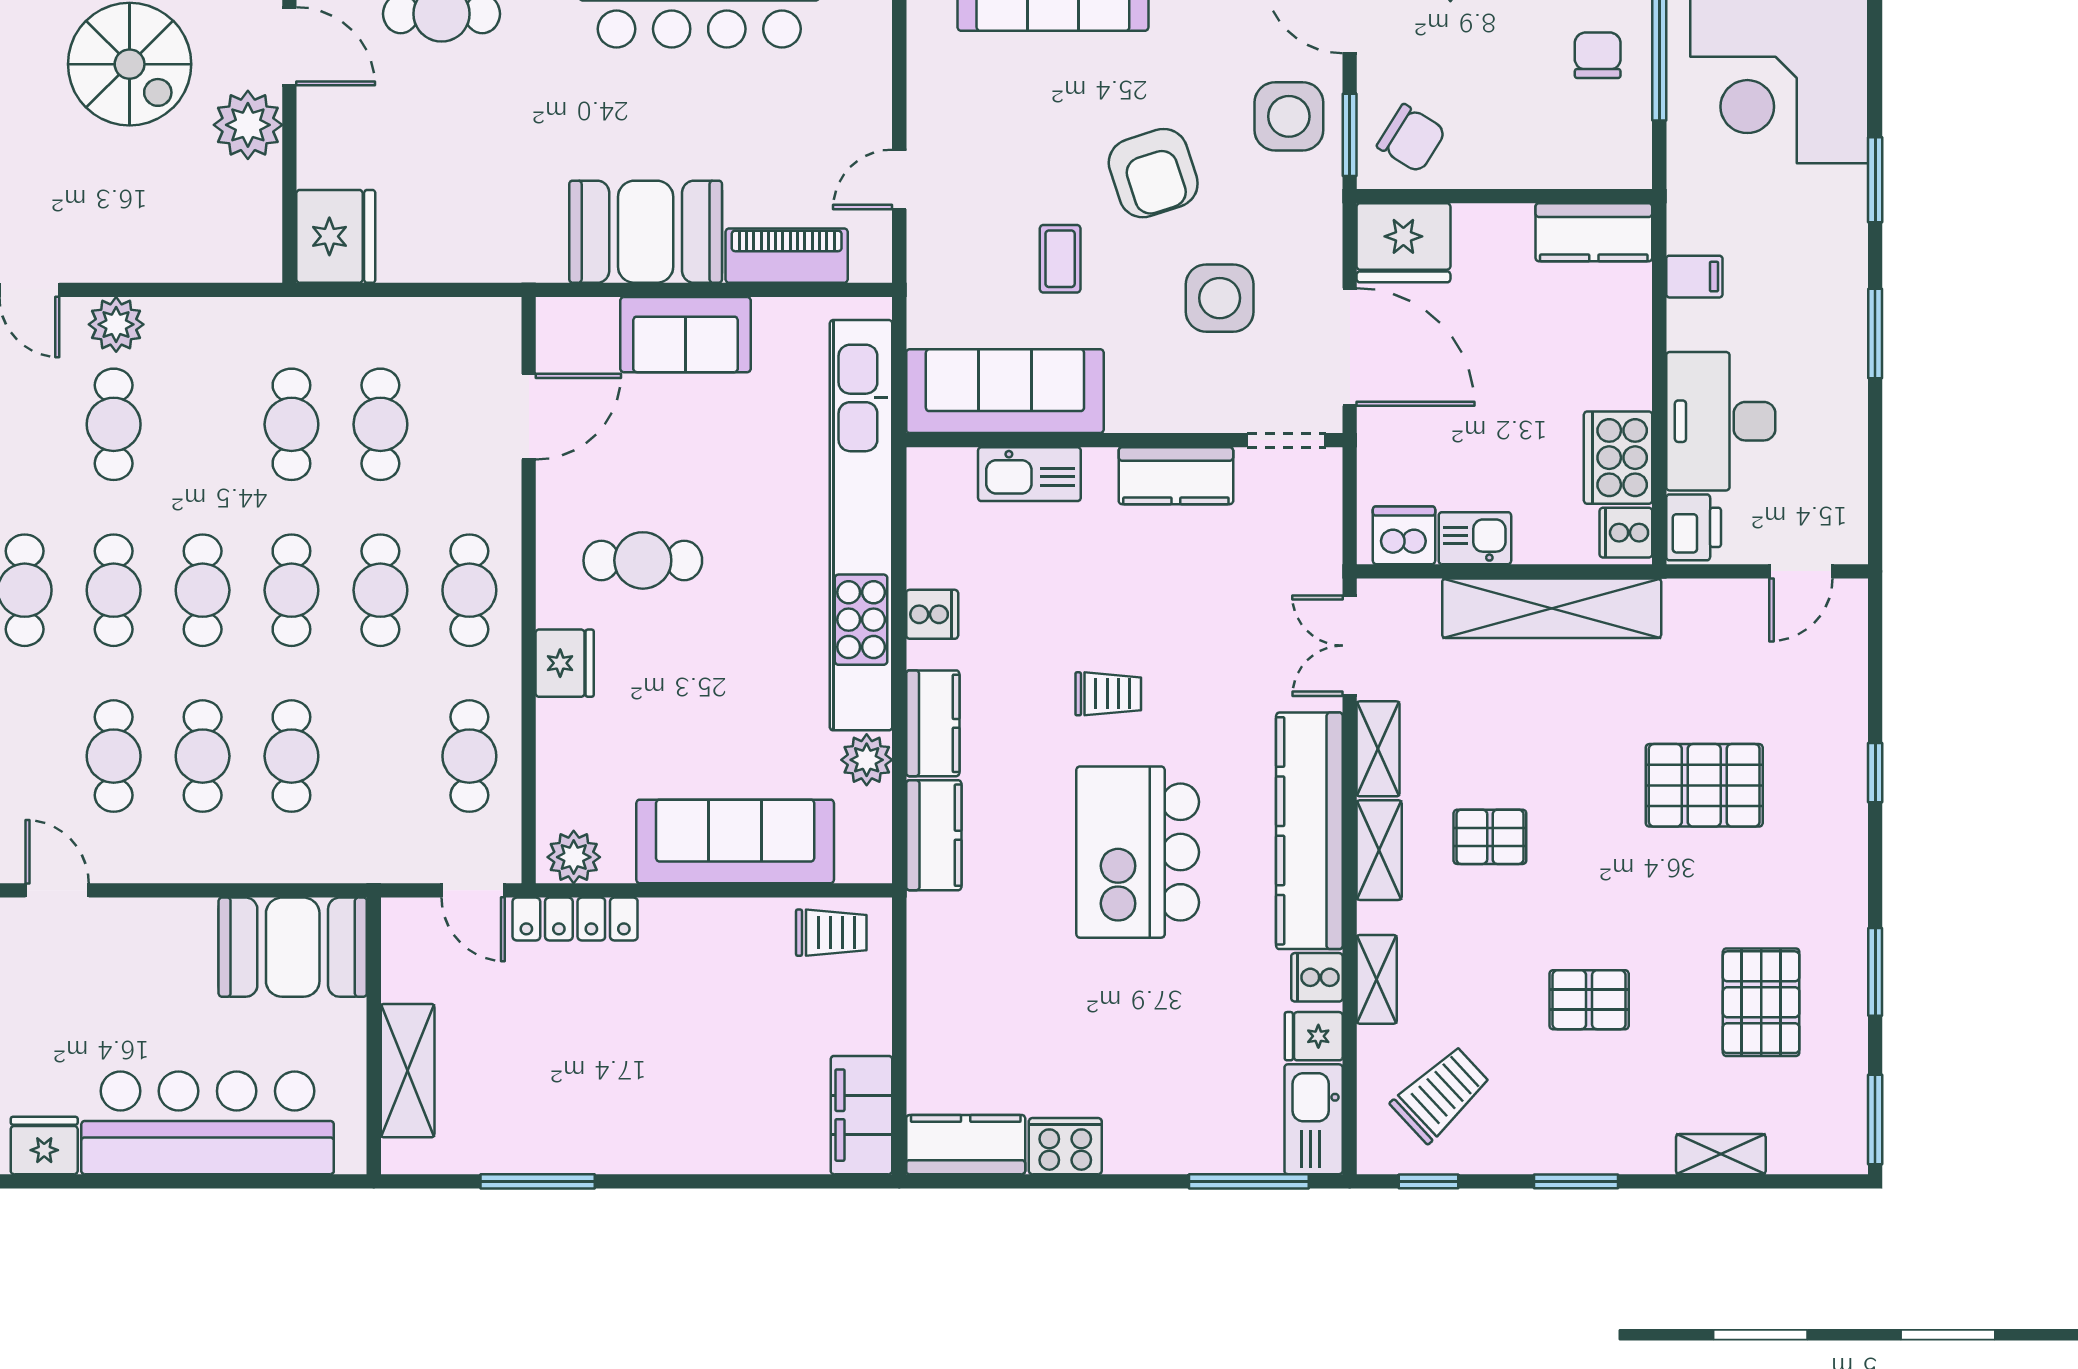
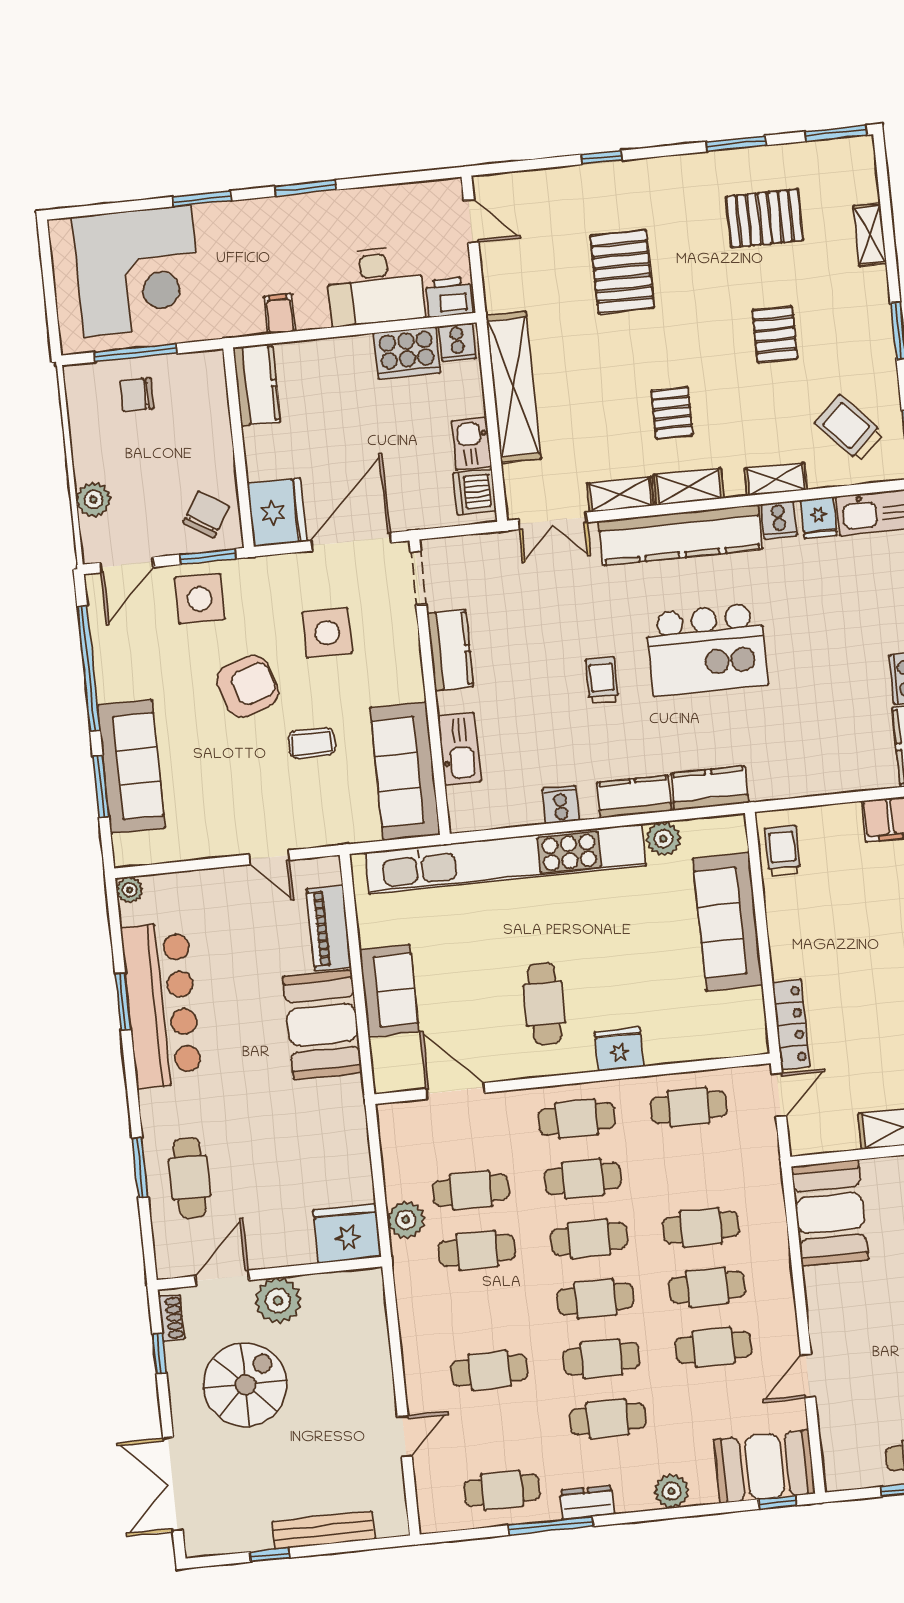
plant: (116, 324) -> (406, 1220), moved
plant: (574, 857) -> (749, 1030), removed

